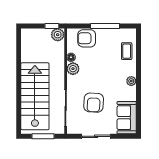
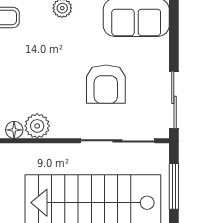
armchair: (94, 103) -> (106, 84), turned 87
sliding door: (96, 136) -> (174, 100), moved

